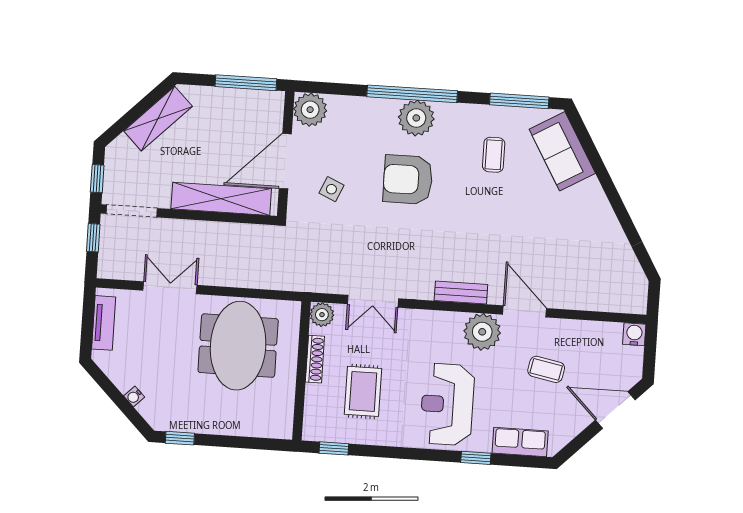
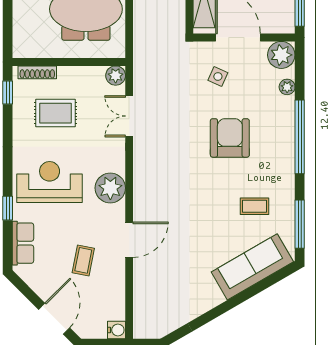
plant: (416, 118) -> (287, 87), moved, width x0.53, depth x0.53
sofa: (562, 151) -> (252, 267), width x1.36
bench: (461, 293) -> (141, 187), removed
plant: (482, 332) -> (110, 188), moved
shoe rack: (315, 359) -> (37, 72), moved

